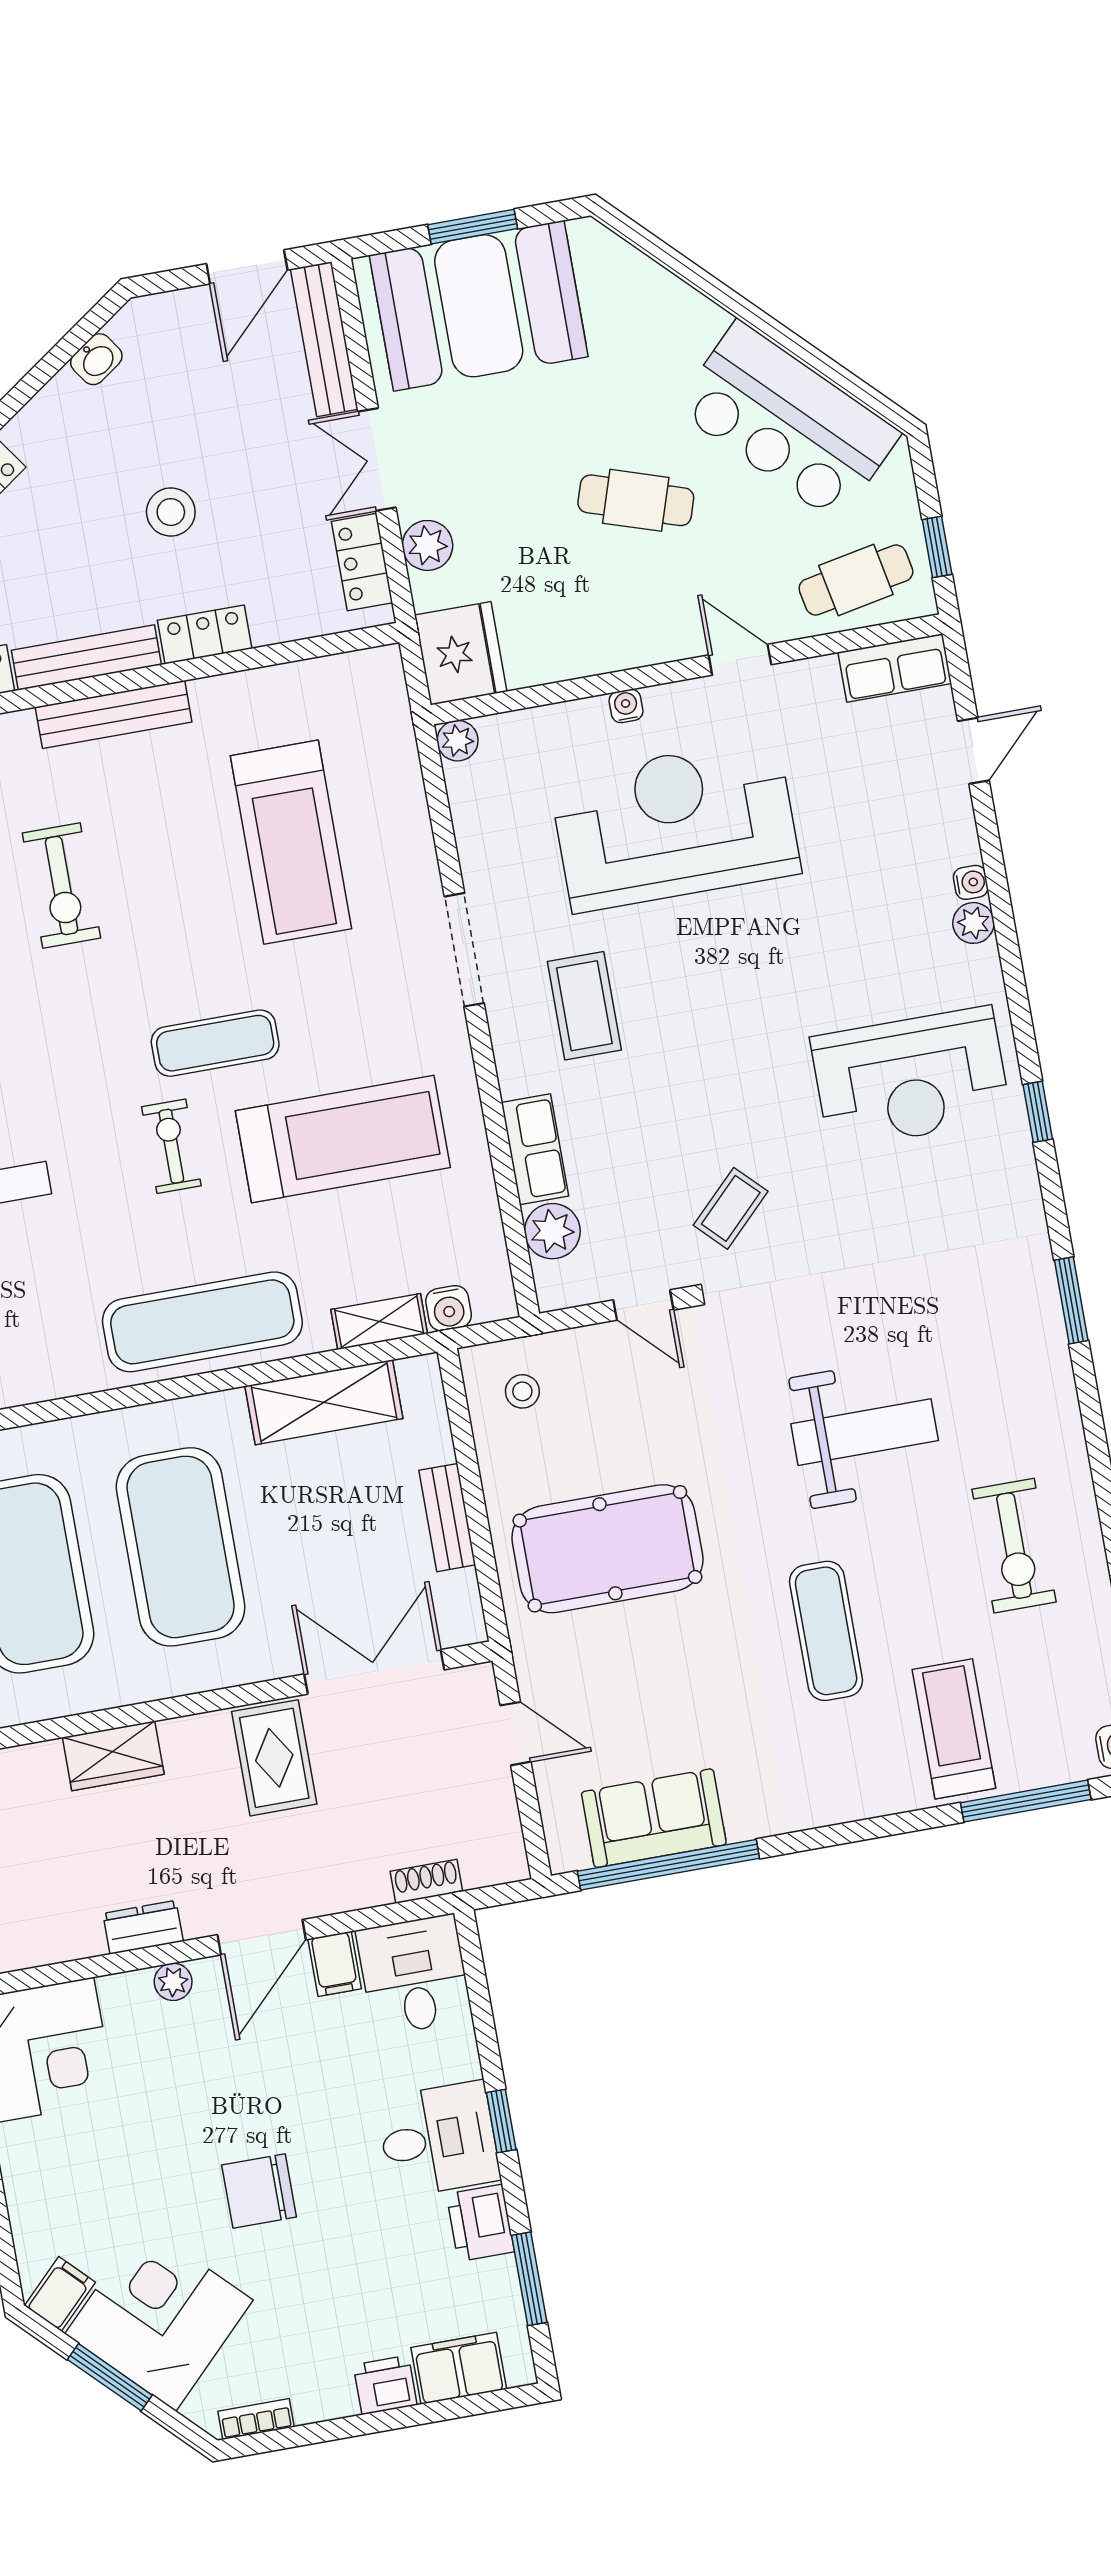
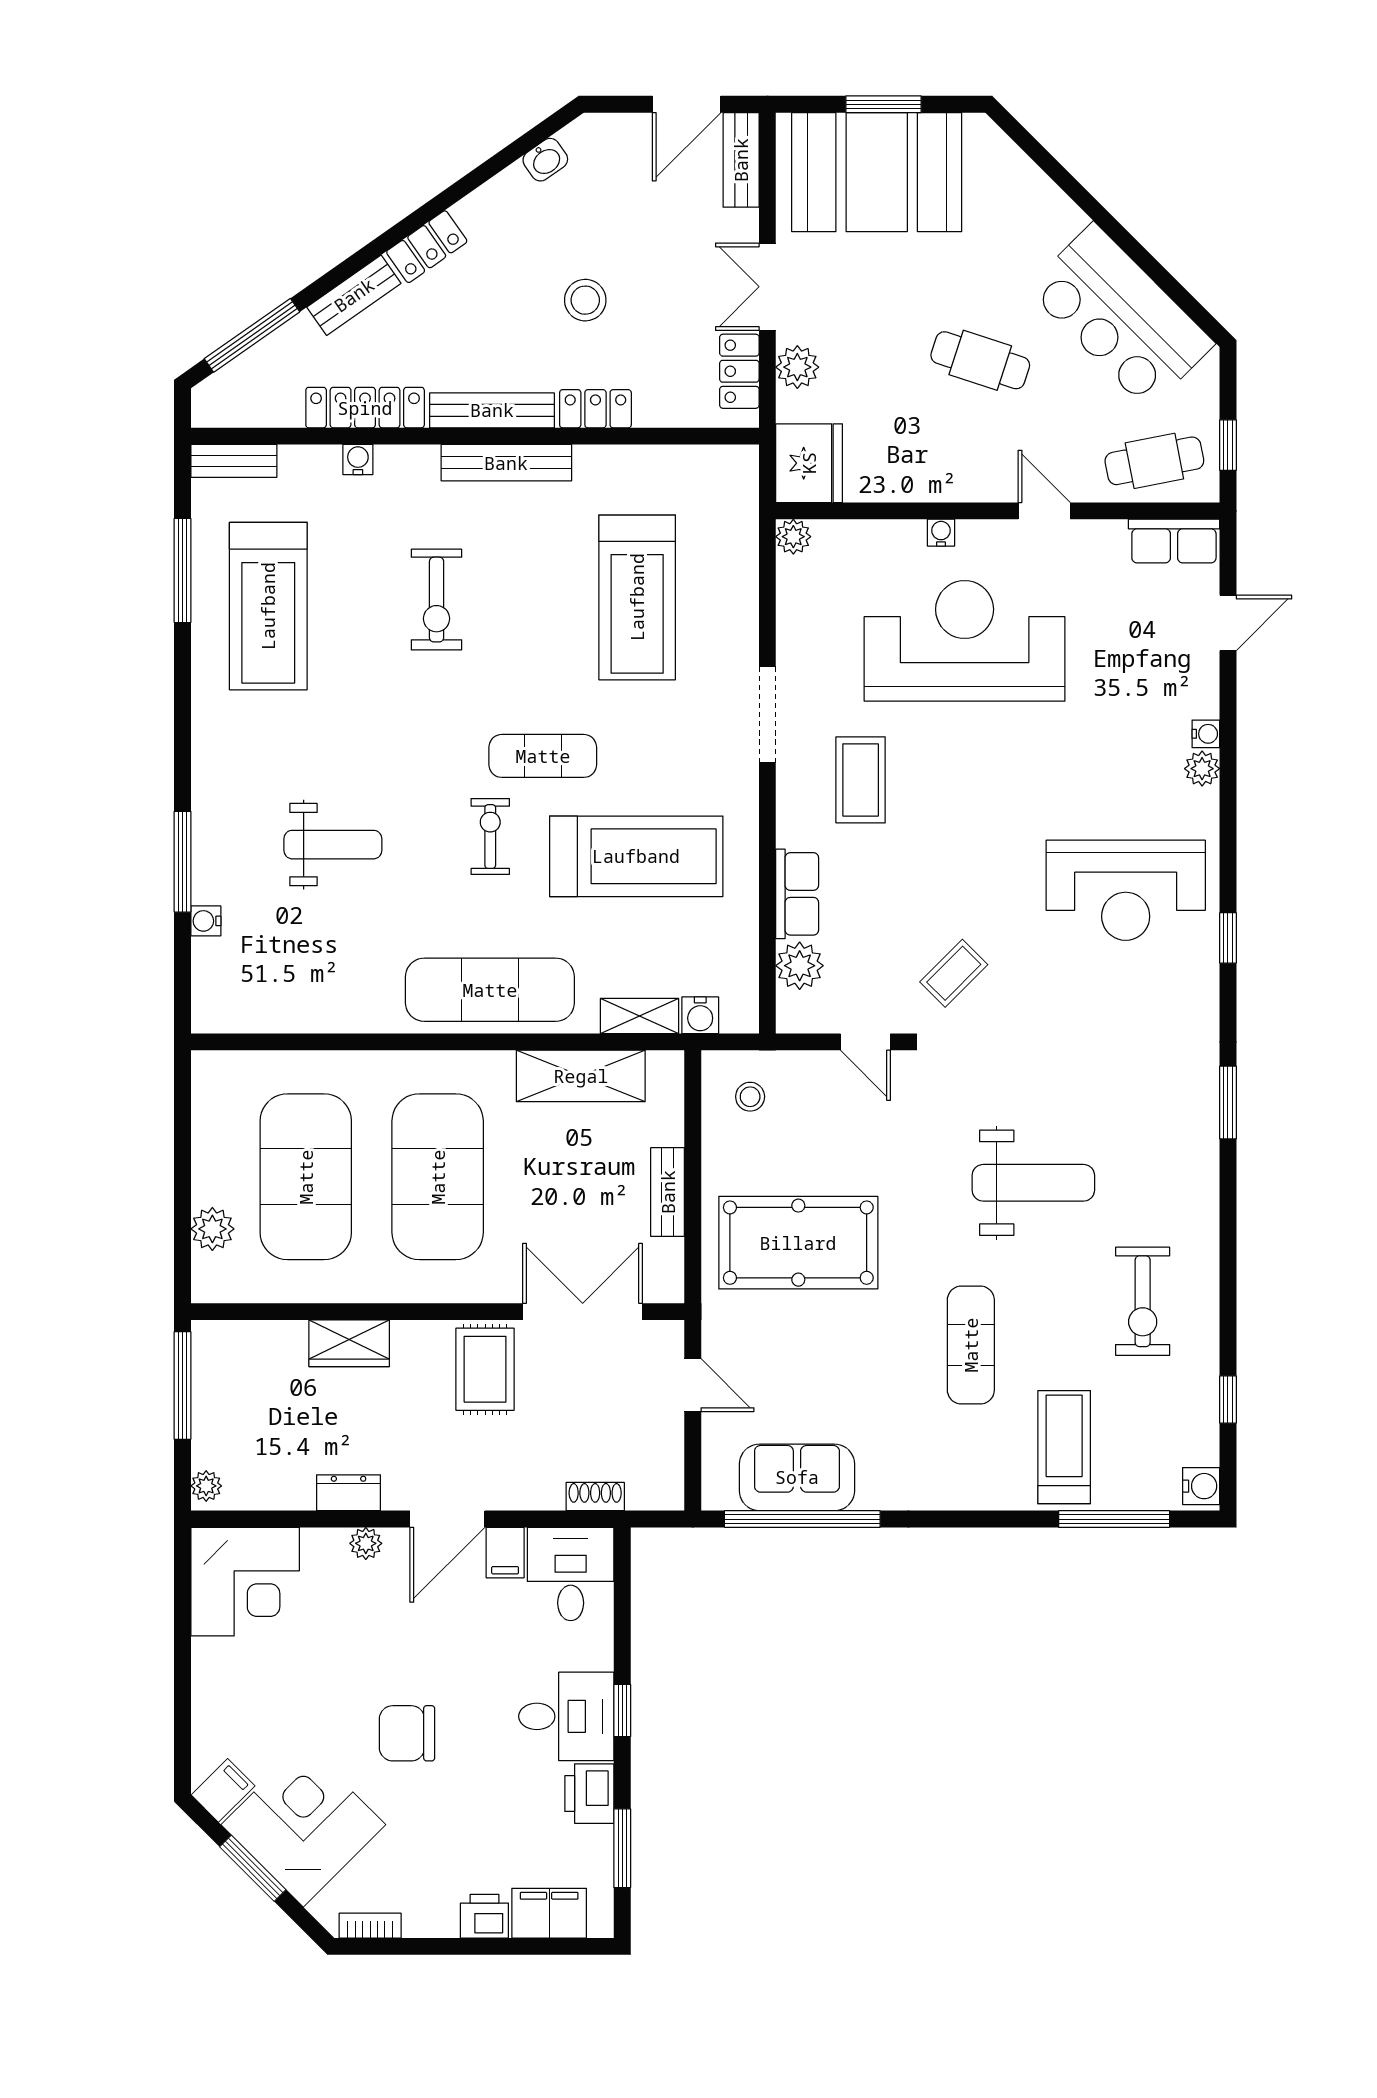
bench: (324, 339) -> (741, 160), width x0.73

